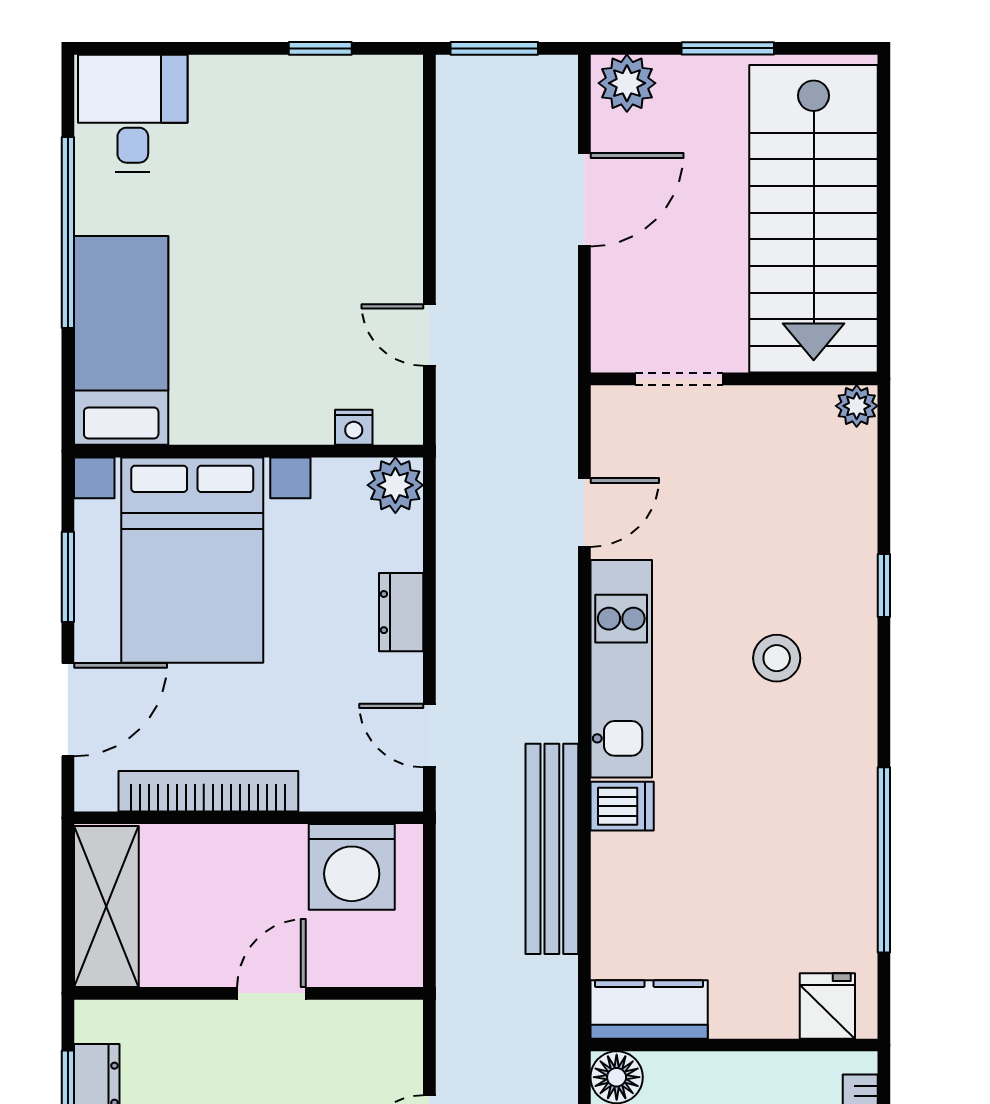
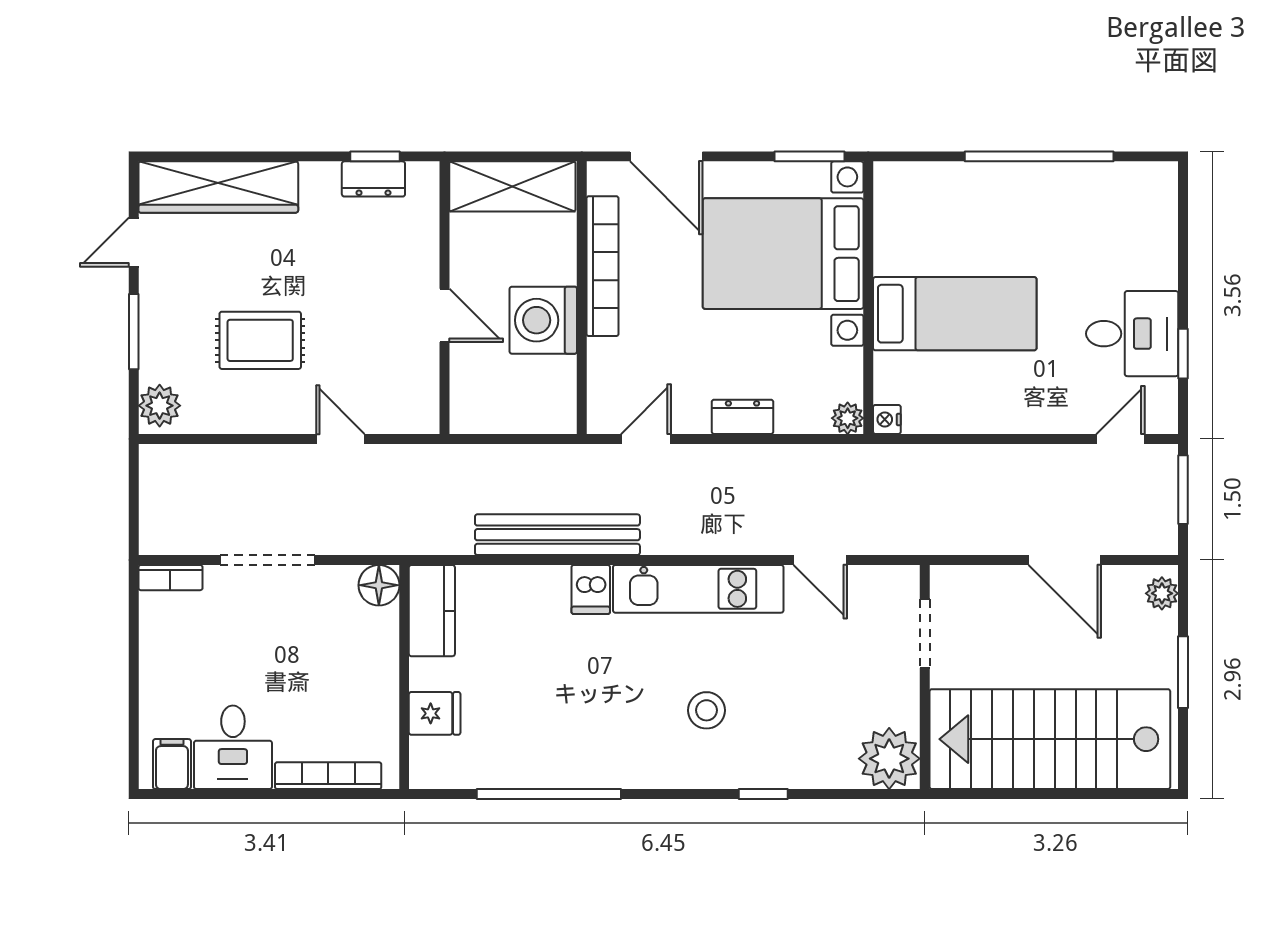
plant: (627, 83) -> (1162, 593), width x0.73, depth x0.73
desk: (133, 113) -> (1132, 334), moved
door: (429, 335) -> (1121, 439), moved
bed: (121, 340) -> (955, 314), moved
plant: (857, 406) -> (889, 759), width x1.87, depth x1.87
nightstand: (354, 427) -> (887, 419), moved
plant: (395, 485) -> (848, 418), width x0.73, depth x0.73
window: (68, 577) -> (810, 156), moved
washing machine: (352, 867) -> (543, 320), moved
fridge: (827, 1006) -> (435, 713), moved

